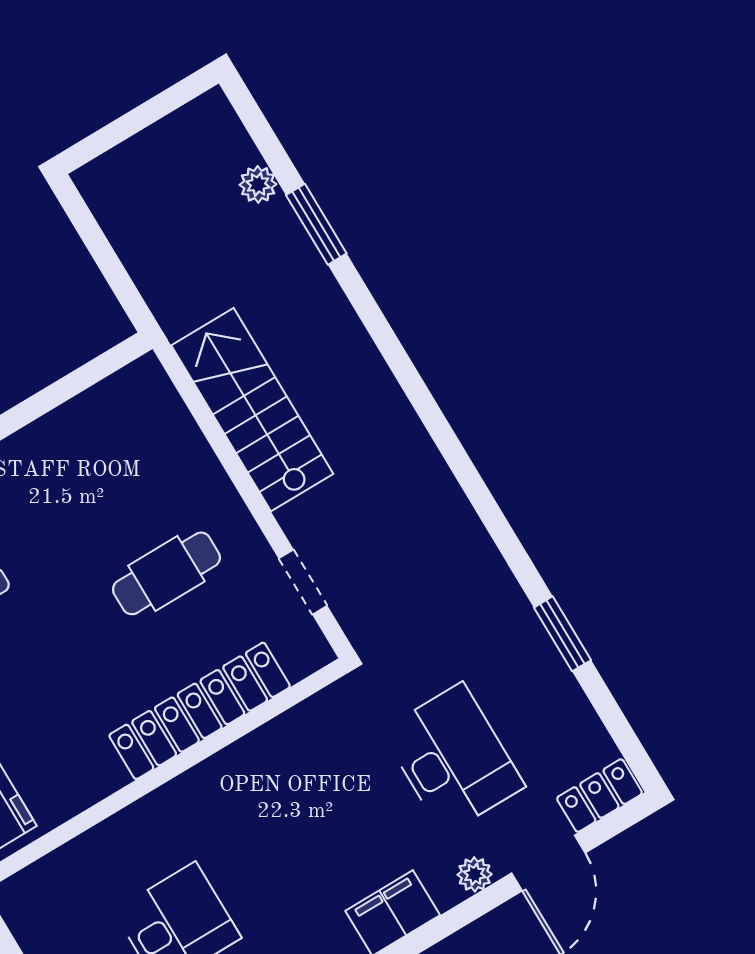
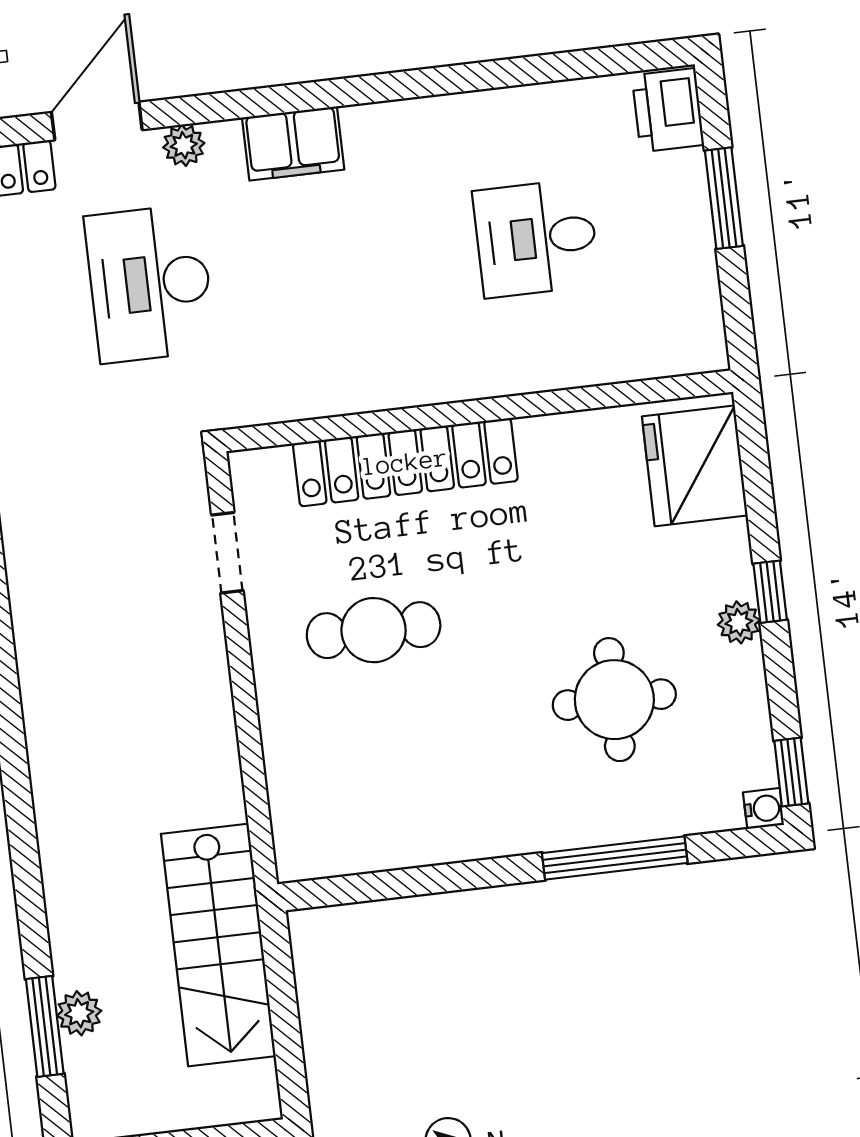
window: (316, 224) -> (45, 1026), moved
stairs: (252, 410) -> (218, 945), moved

